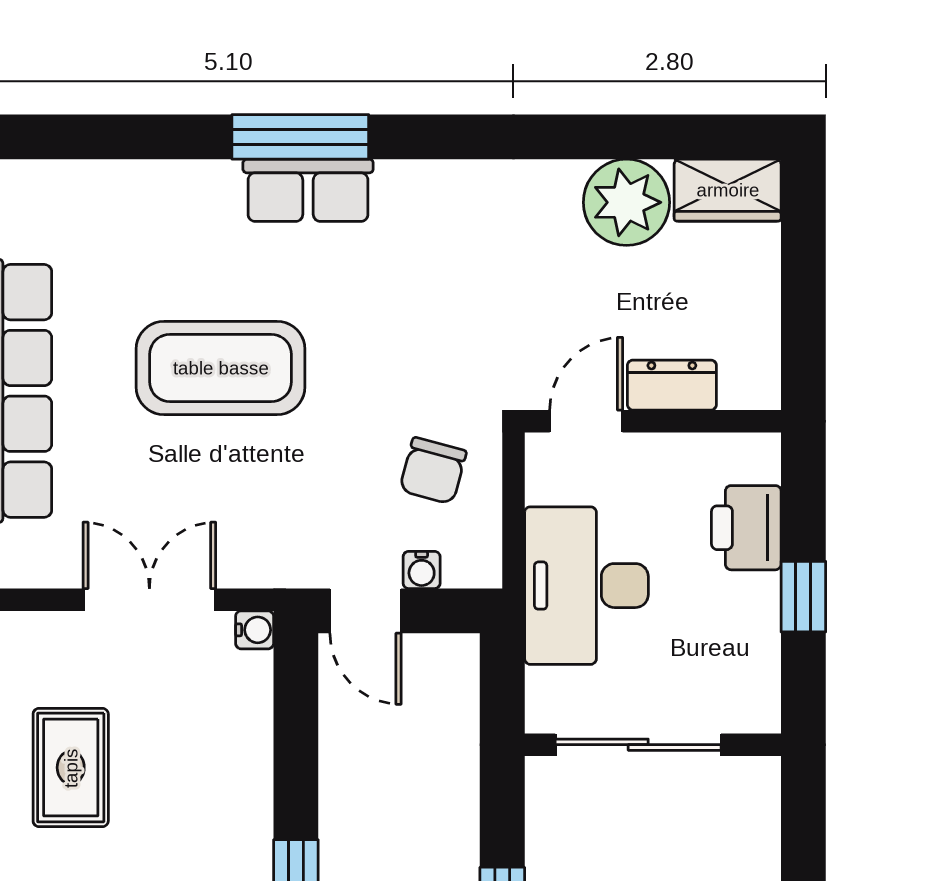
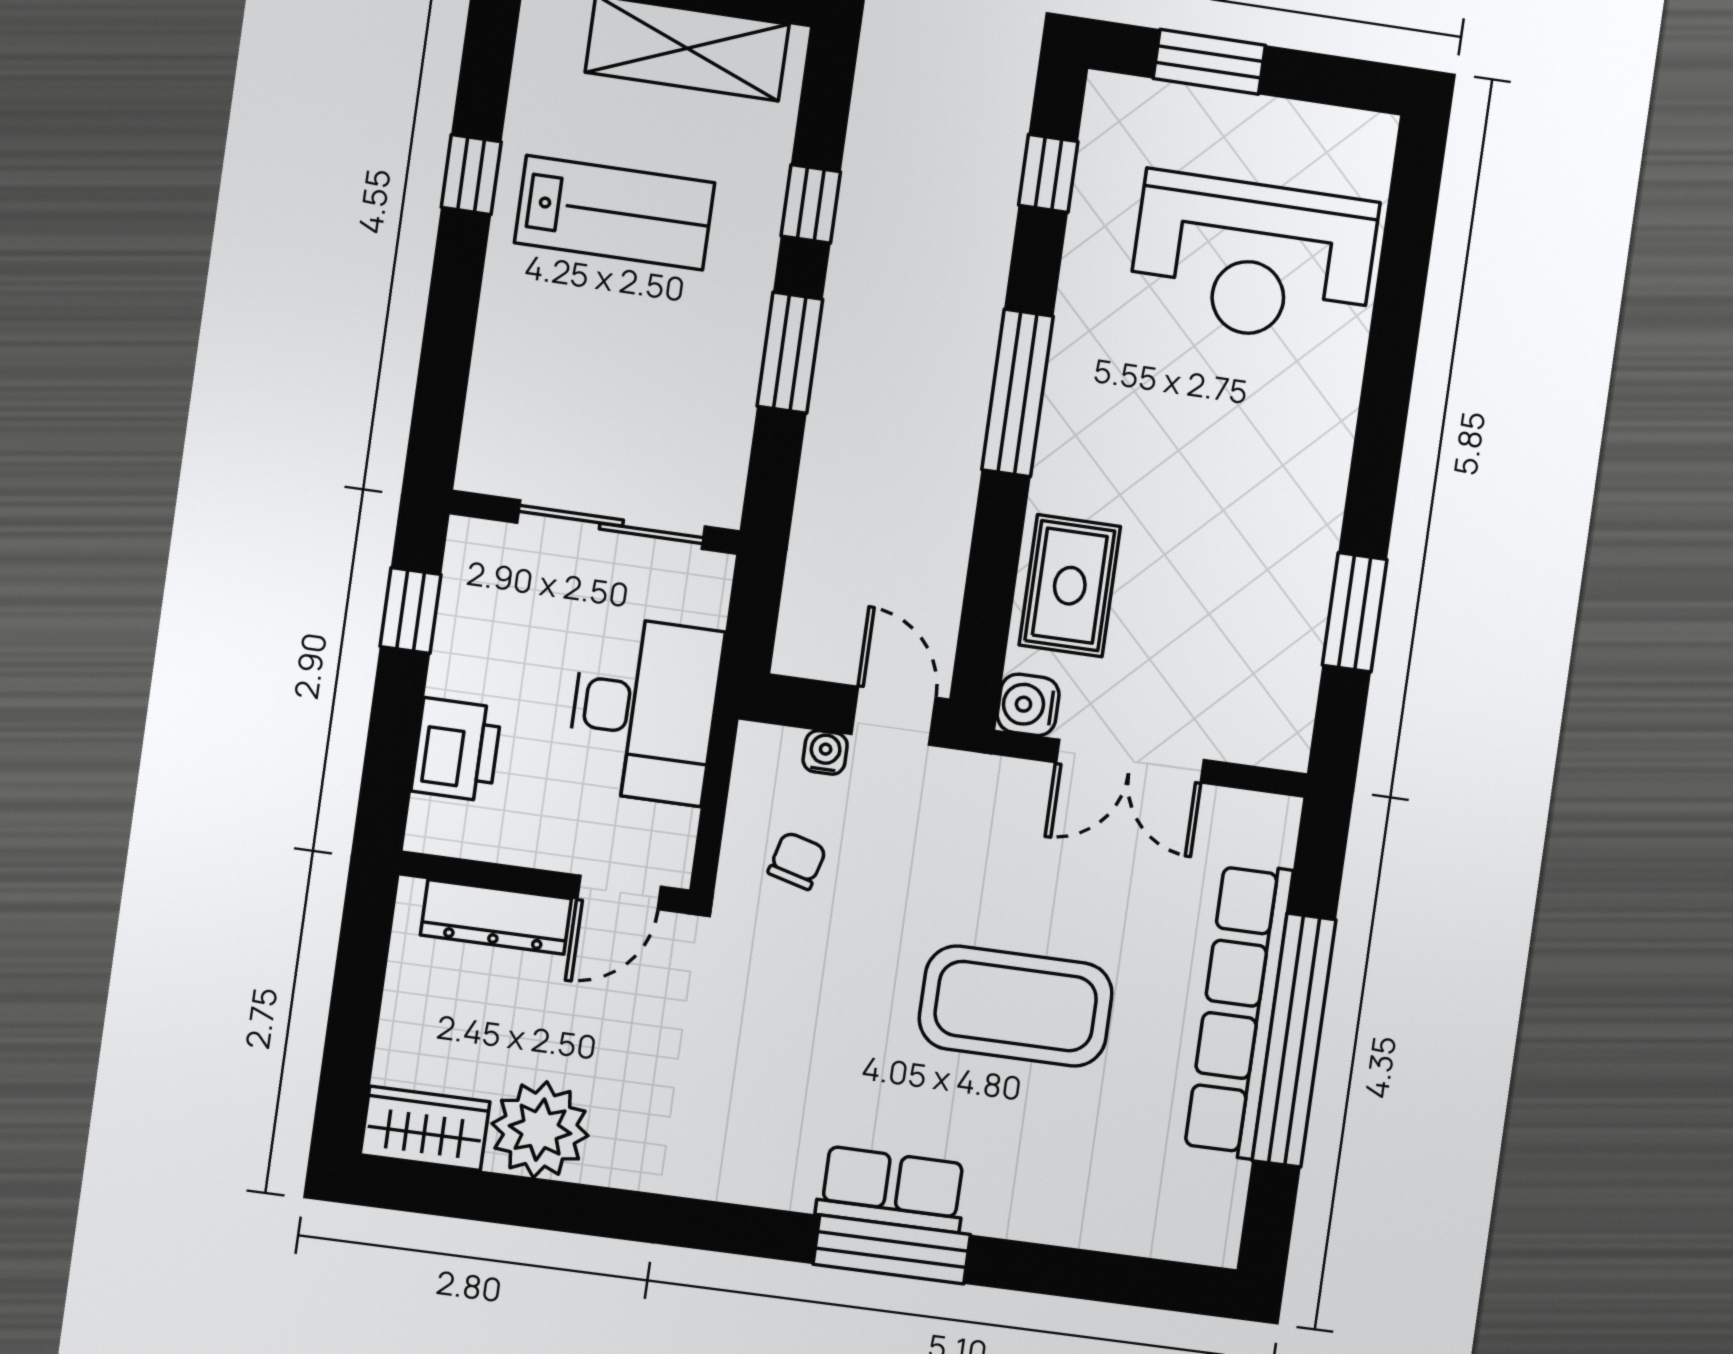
dresser: (672, 385) -> (496, 917), width x1.44
chair: (433, 471) -> (797, 861), width x0.73, depth x0.73
window: (803, 597) -> (411, 610), moved
water cooler: (255, 630) -> (1028, 705), width x1.38, depth x1.38
rug: (71, 768) -> (1070, 586), moved

